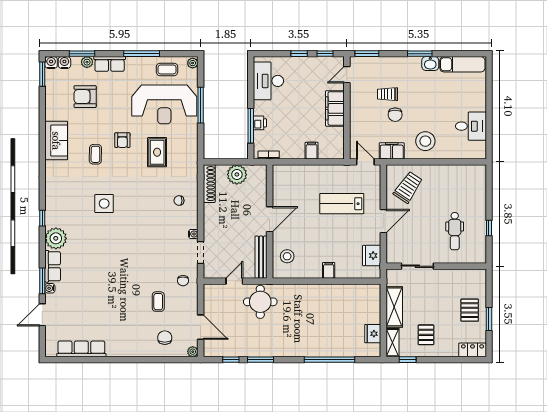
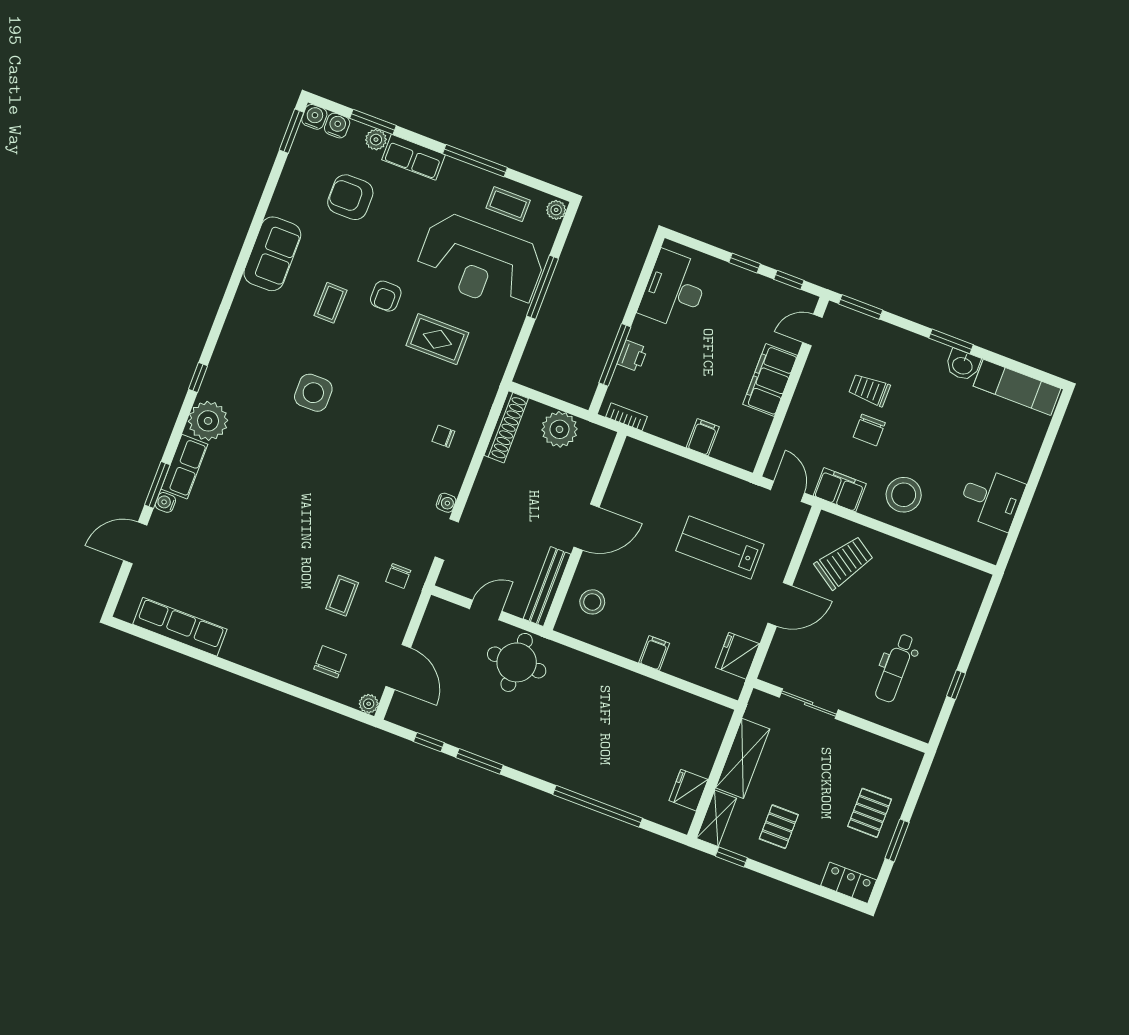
rug: (157, 152) -> (437, 339), turned 90

